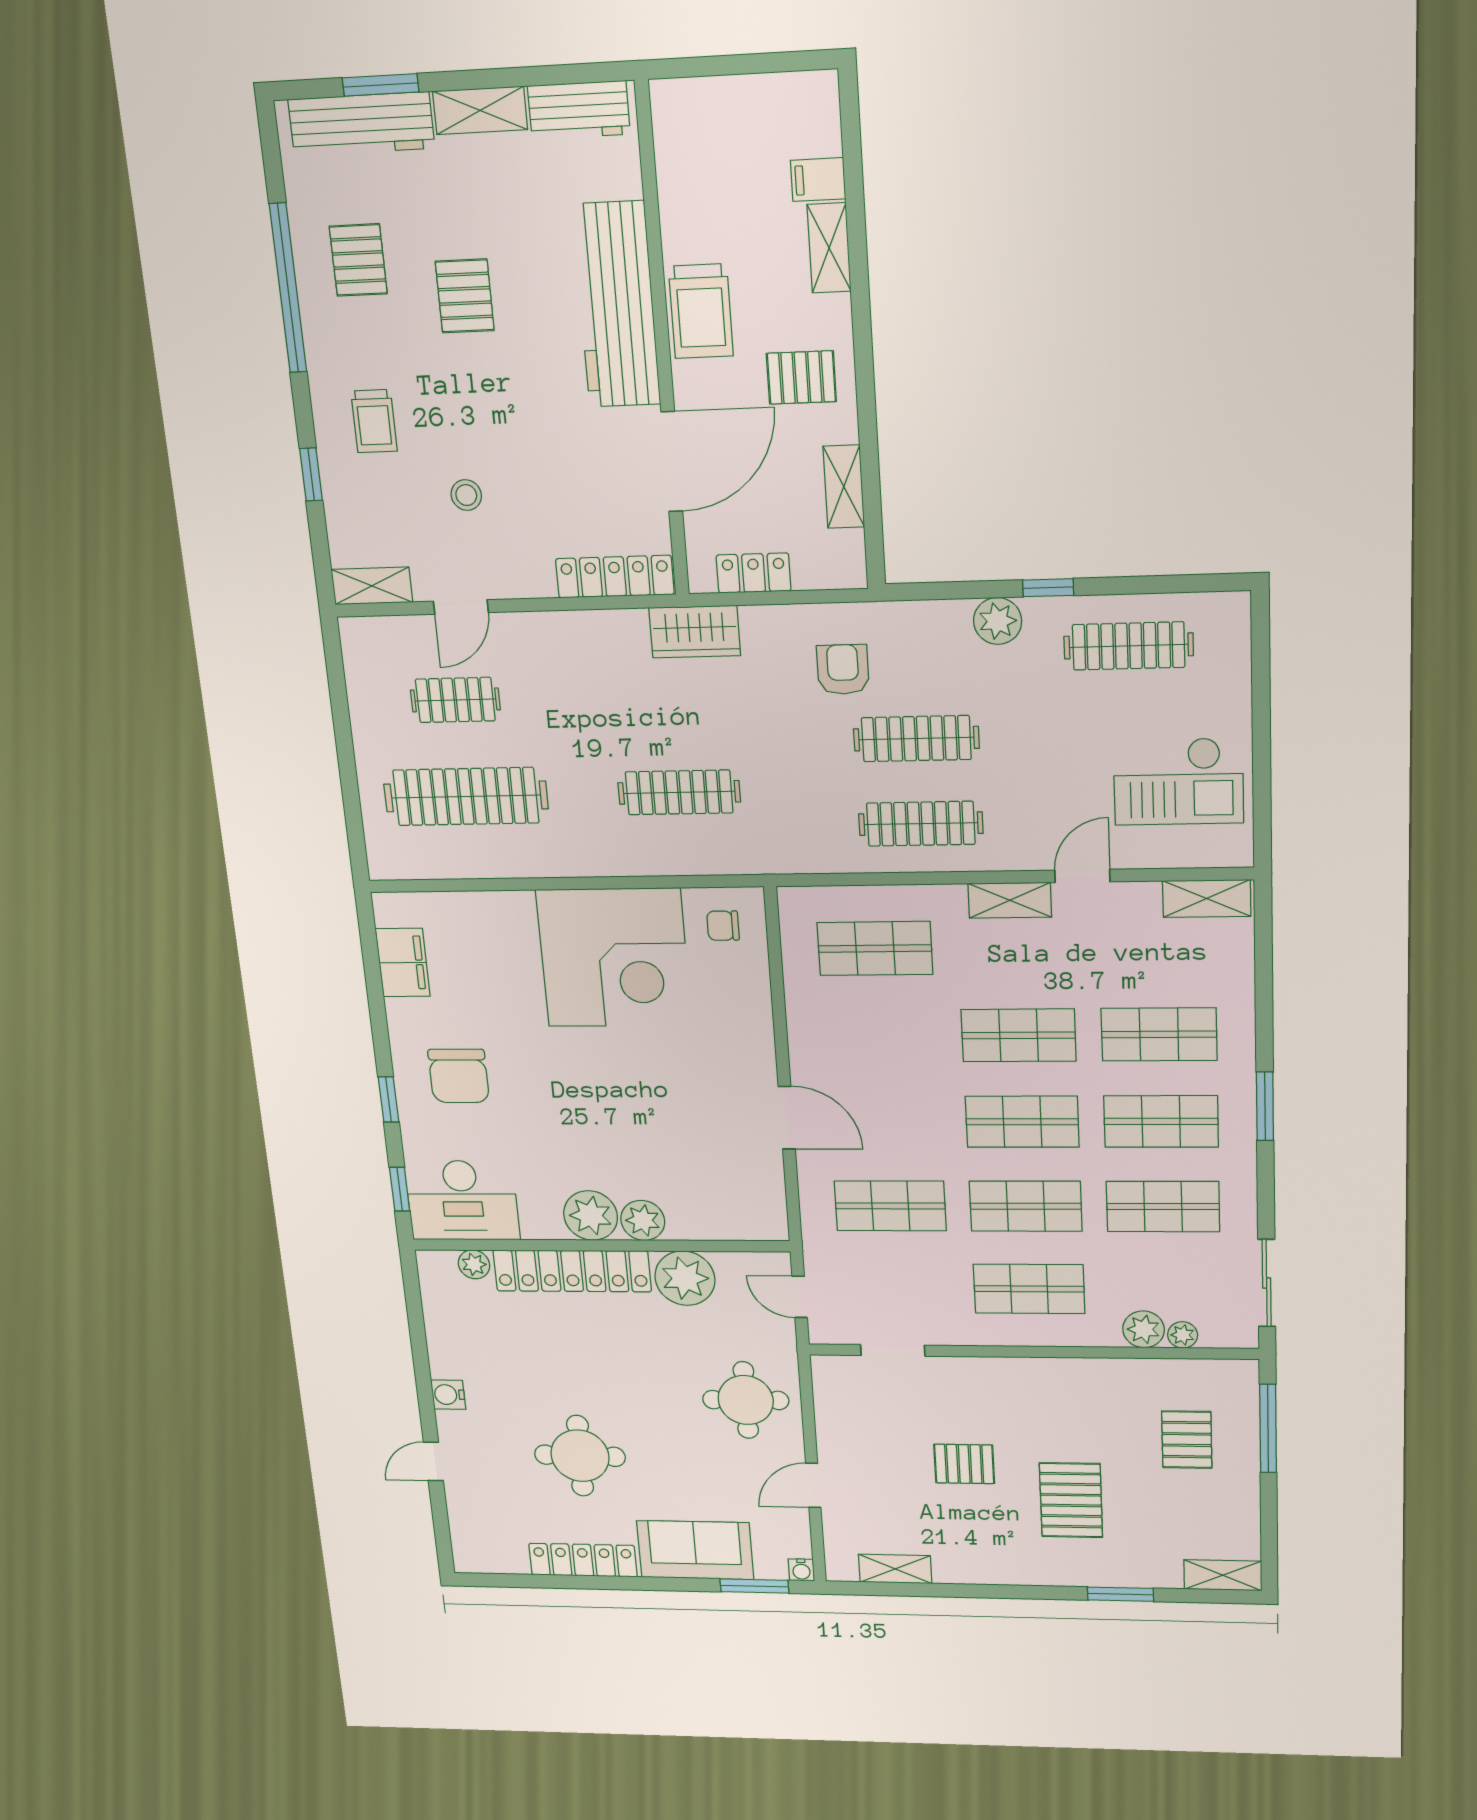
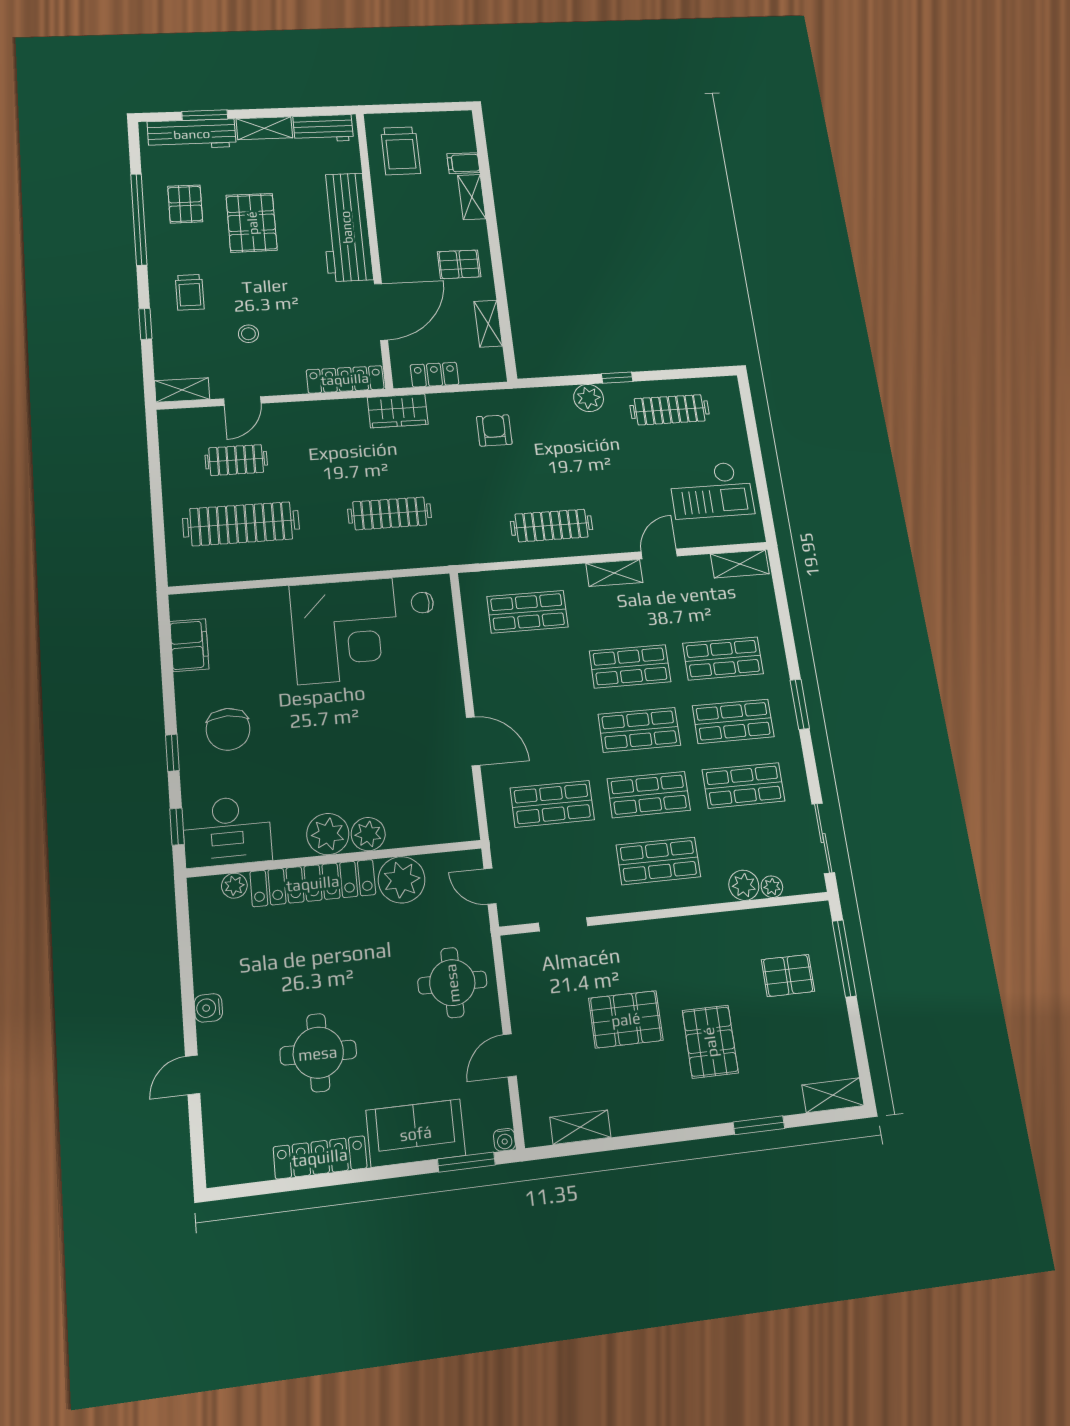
pallet: (465, 296) -> (252, 223), width x1.50, depth x1.42
trolley: (701, 311) -> (401, 151), moved
clothes rail: (916, 739) -> (544, 471), removed
pallet: (1187, 1440) -> (788, 975), turned 90
pallet: (964, 1464) -> (626, 1019), width x1.50, depth x1.42

